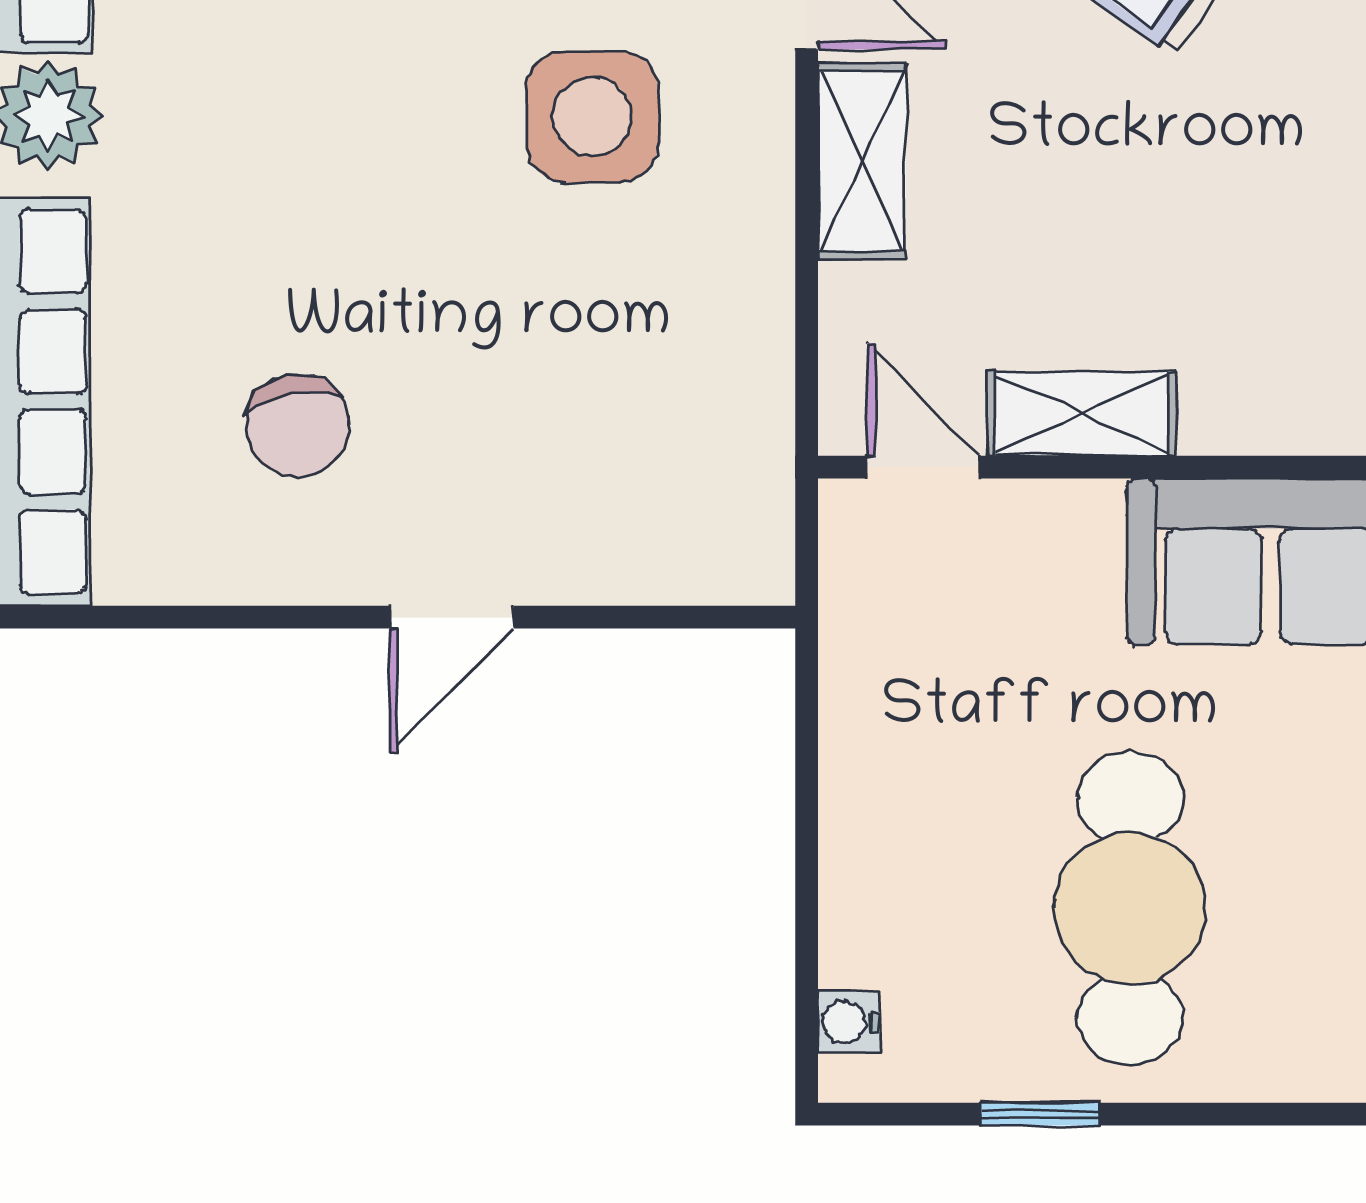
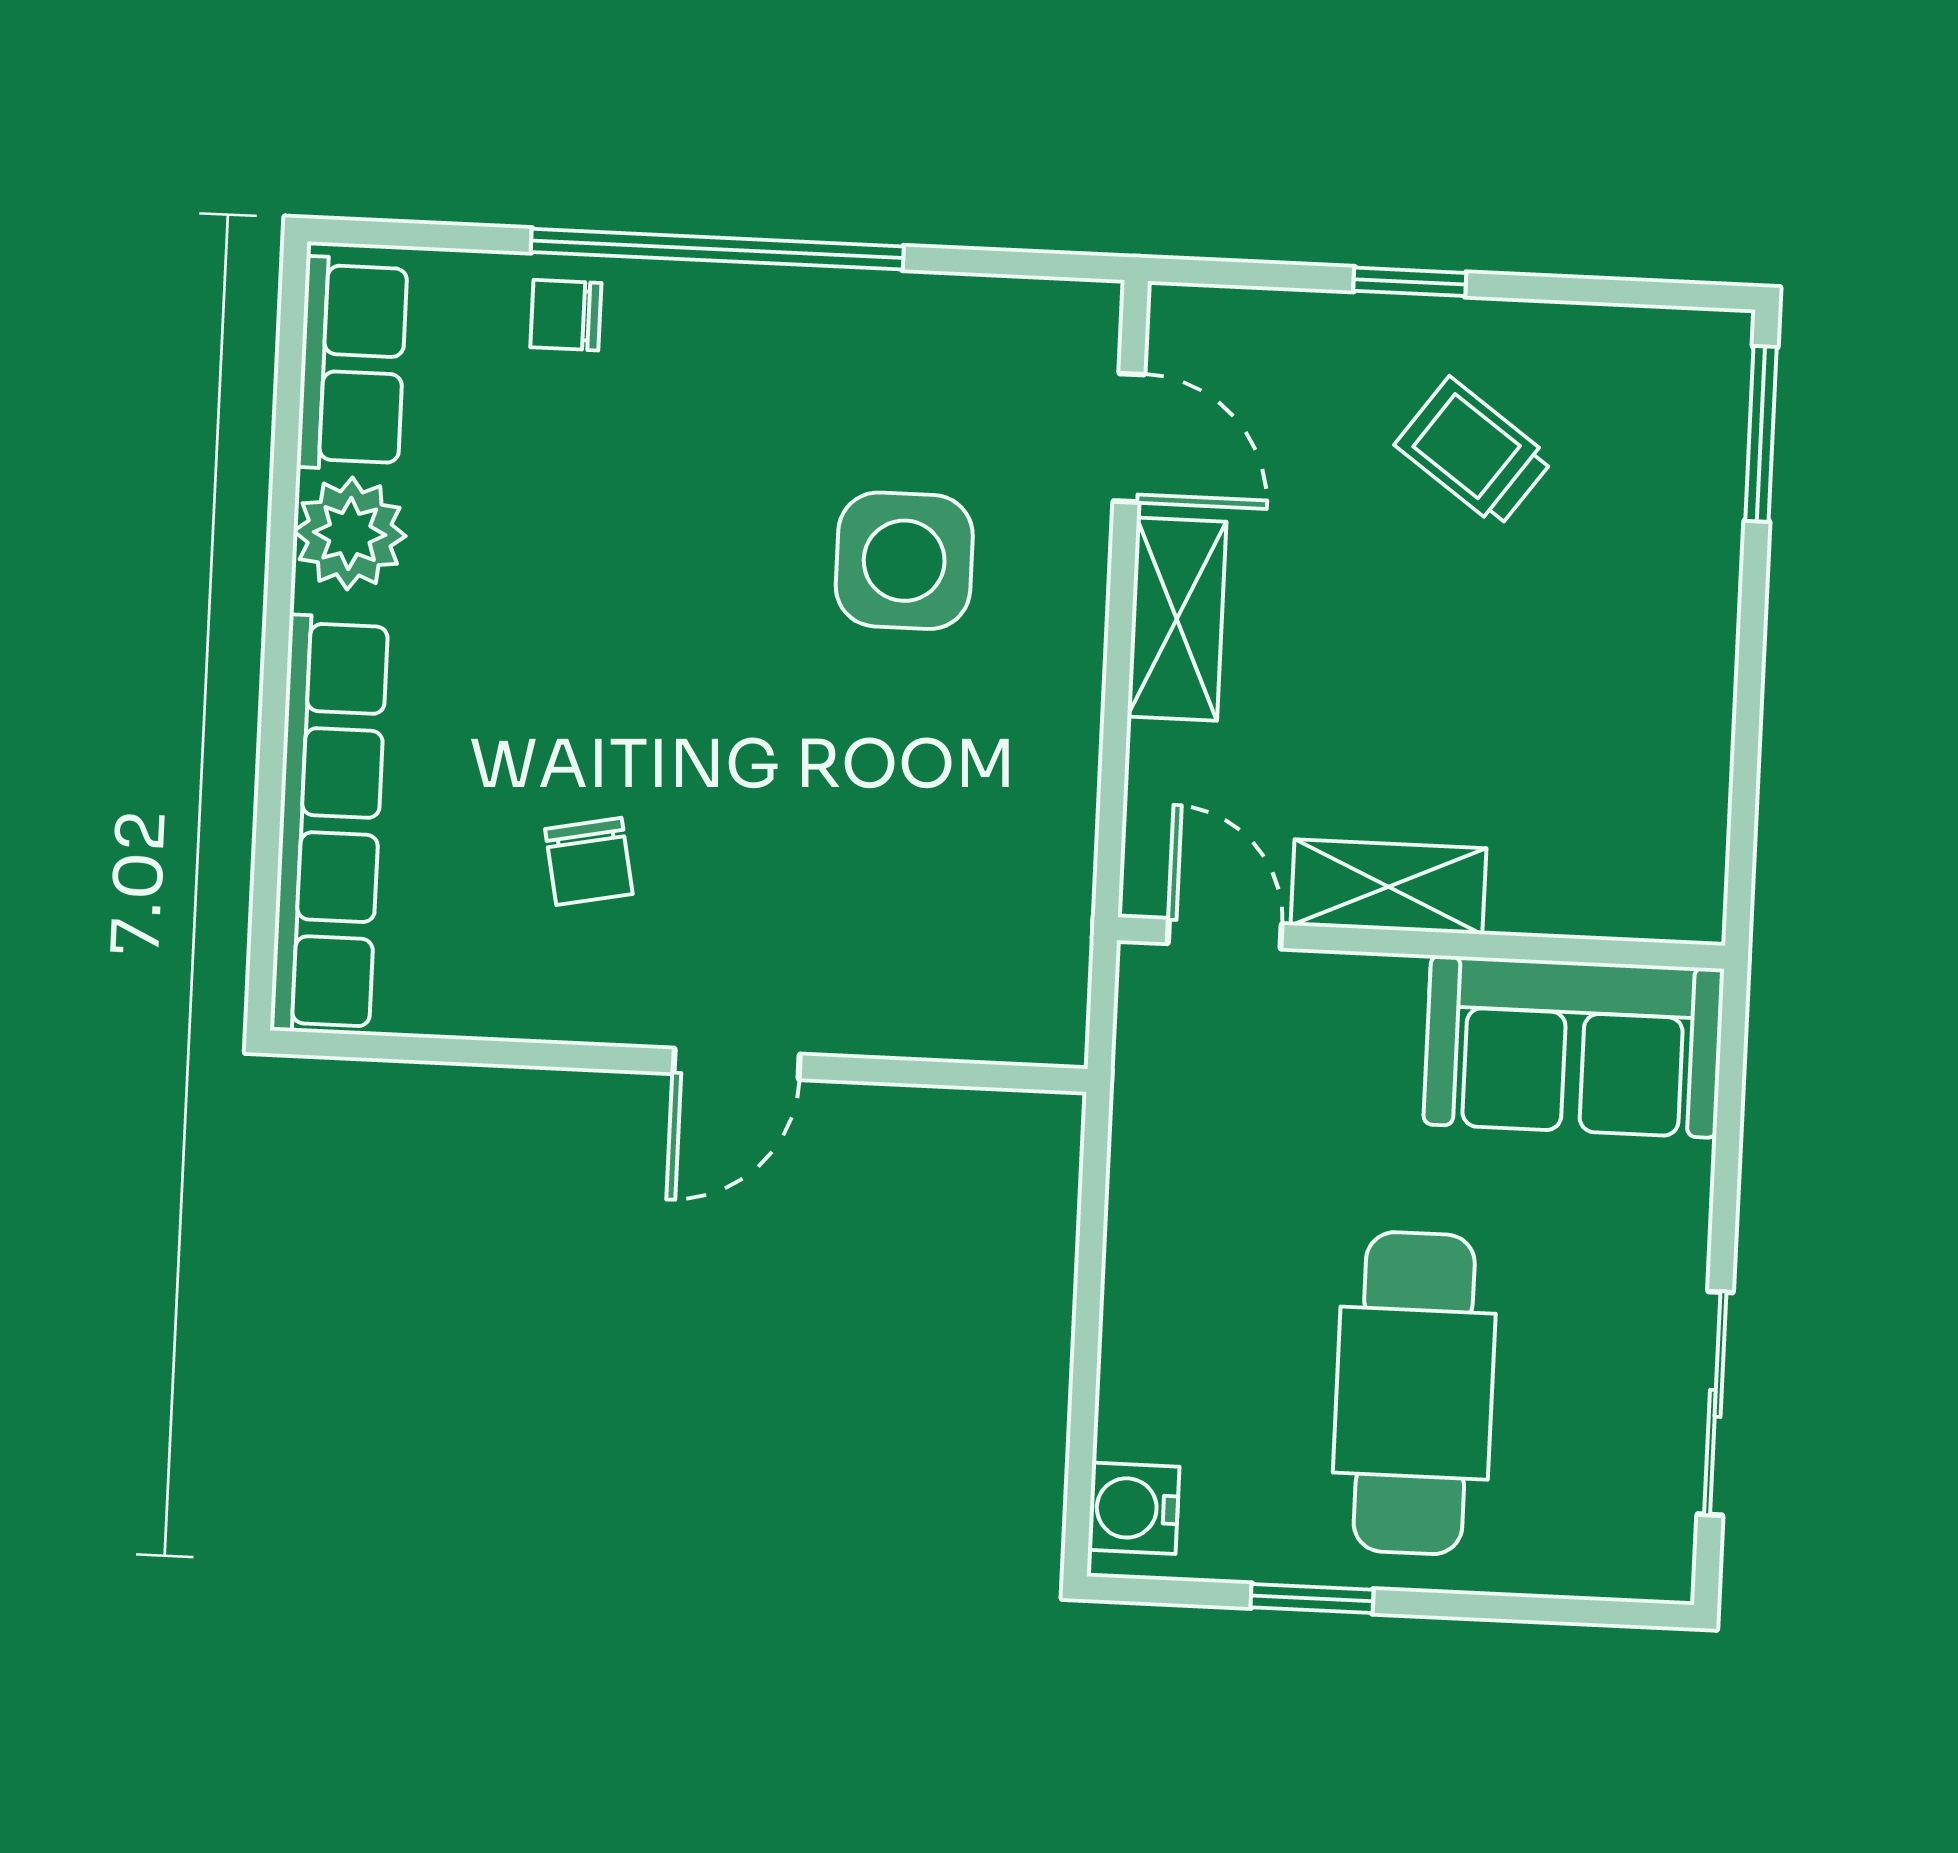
chair: (297, 426) -> (589, 861), width x0.73, depth x0.73
water cooler: (849, 1022) -> (1134, 1508), width x1.38, depth x1.38

